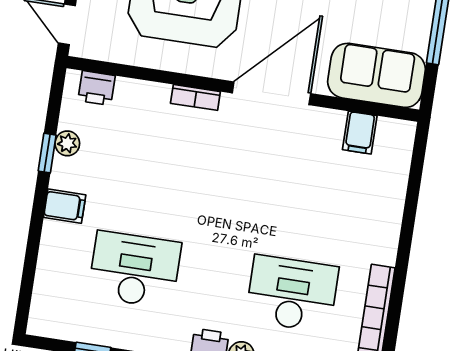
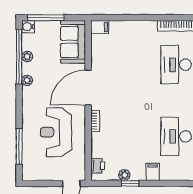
door: (271, 93) -> (88, 87), hinge flipped
filing cabinet: (360, 133) -> (100, 27), moved

